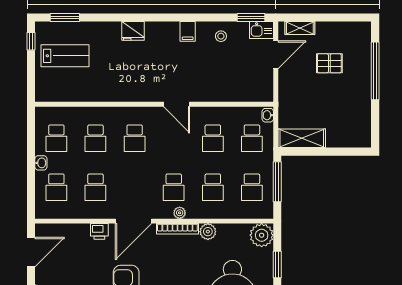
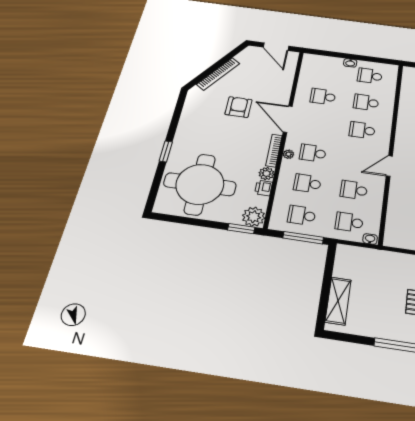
shelving: (302, 138) -> (338, 301), moved
school desk: (56, 187) -> (328, 70), removed
printer: (99, 231) -> (264, 188), moved
window: (277, 265) -> (241, 229), moved

